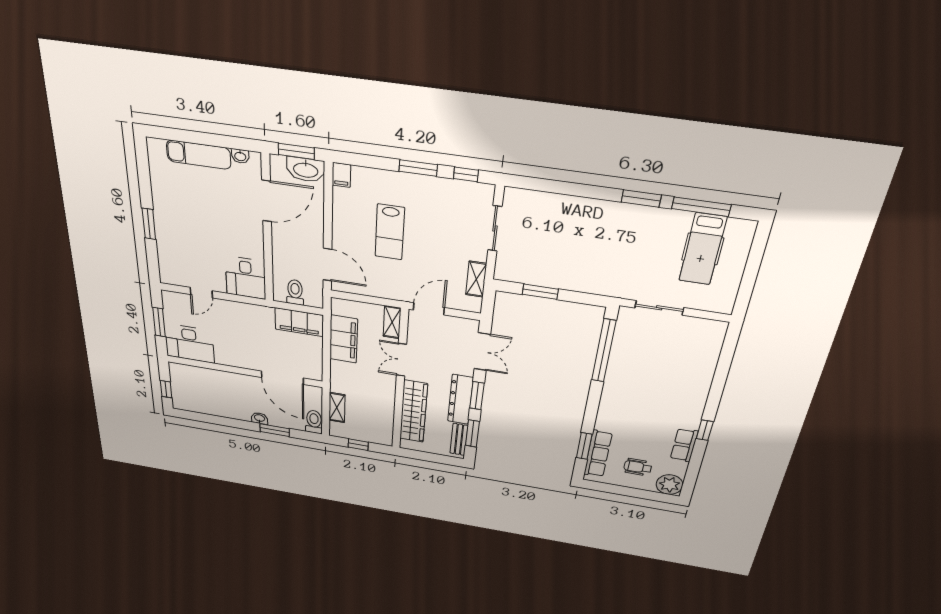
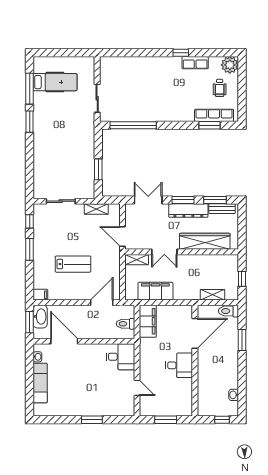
desk: (189, 343) -> (179, 365), moved, width x0.73
washbasin: (260, 418) -> (234, 395), moved

